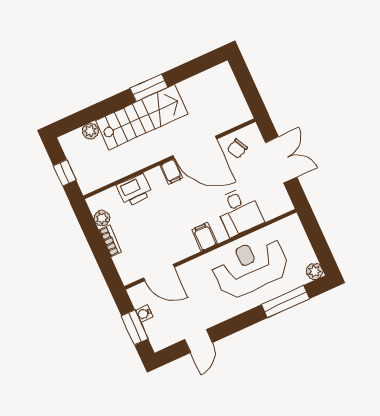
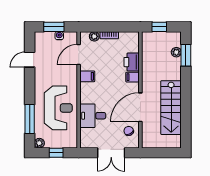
window: (149, 88) -> (186, 55), moved
stairs: (142, 117) -> (171, 108), moved
filing cabinet: (171, 172) -> (133, 77), moved
plant: (102, 218) -> (94, 36), moved
filing cabinet: (204, 237) -> (87, 76), moved
window: (318, 240) -> (56, 153), added
door: (199, 341) -> (30, 60), hinge flipped

